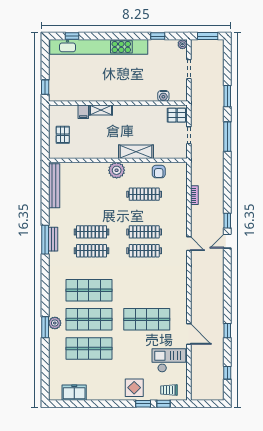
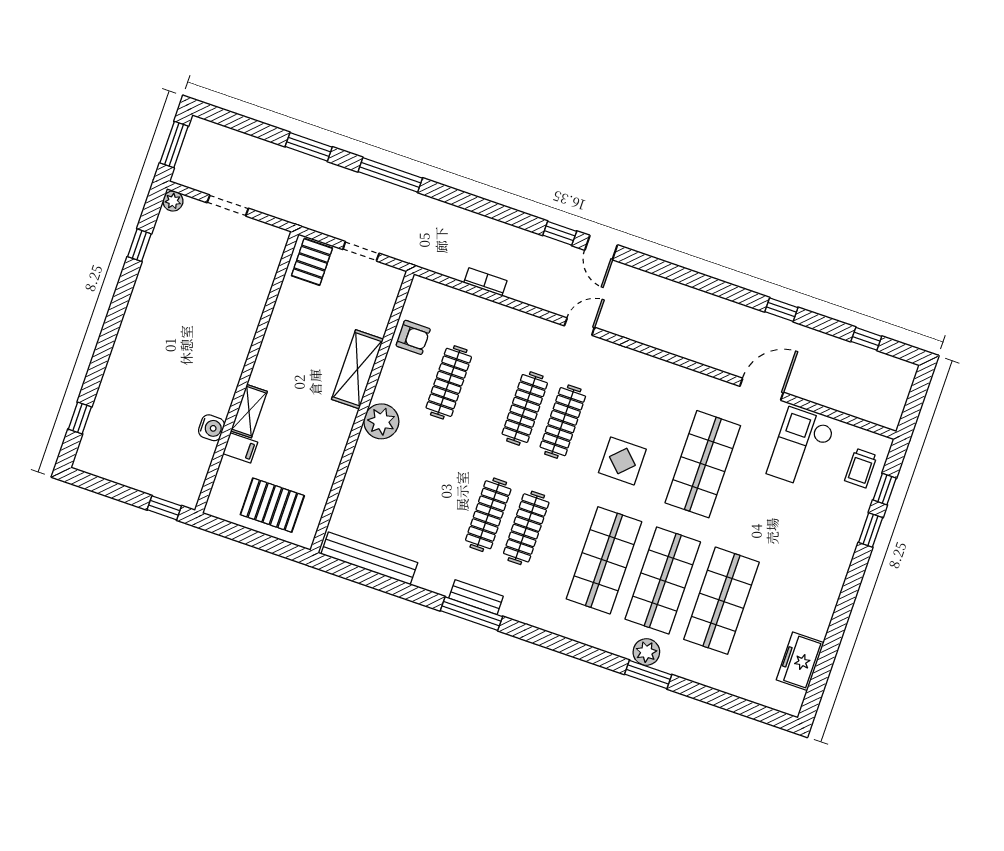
kitchen unit: (99, 47) -> (120, 372), removed
water cooler: (163, 96) -> (211, 428), moved
pallet: (63, 135) -> (272, 505), width x1.50, depth x1.42
display table: (134, 388) -> (622, 461), moved

